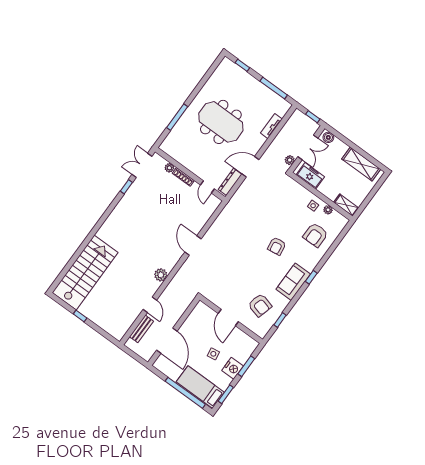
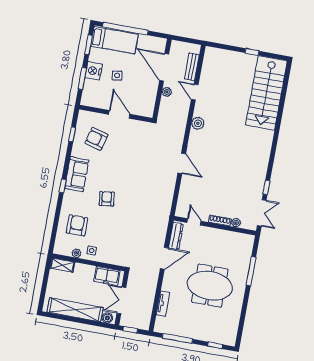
plant: (290, 160) -> (167, 92), moved
shelving: (361, 164) -> (75, 310), width x1.47

